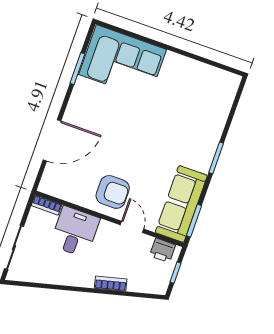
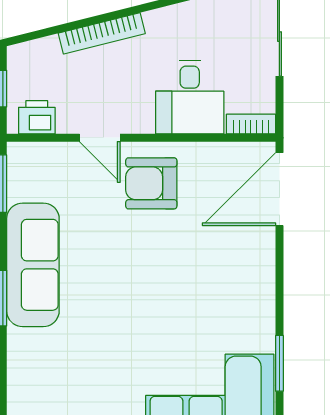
door: (52, 140) -> (279, 189), moved
sofa: (181, 204) -> (33, 265), moved
bookcase: (111, 284) -> (102, 33), width x1.56

